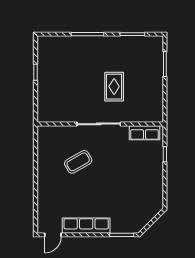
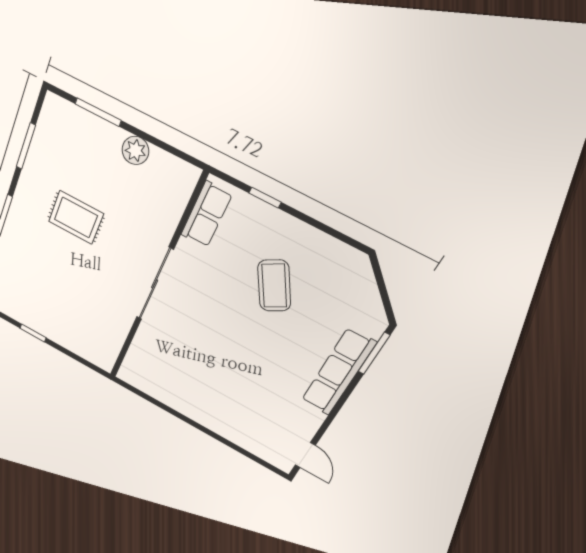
rug: (114, 87) -> (76, 218), moved
plant: (157, 88) -> (135, 150), added
coffee table: (78, 162) -> (274, 286), moved
row of seats: (86, 226) -> (338, 372), moved

